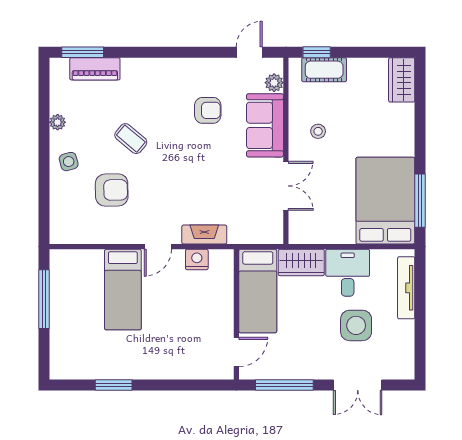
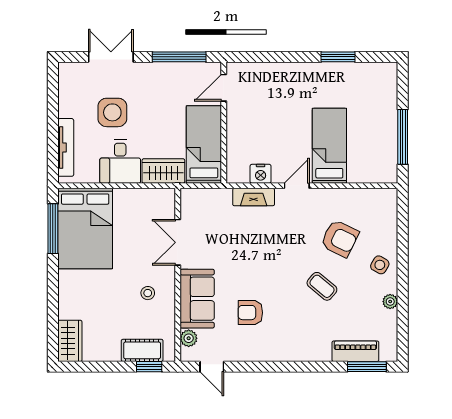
door: (249, 52) -> (212, 367), hinge flipped
side table: (69, 162) -> (380, 265), turned 45
armchair: (112, 190) -> (340, 238), turned -153

